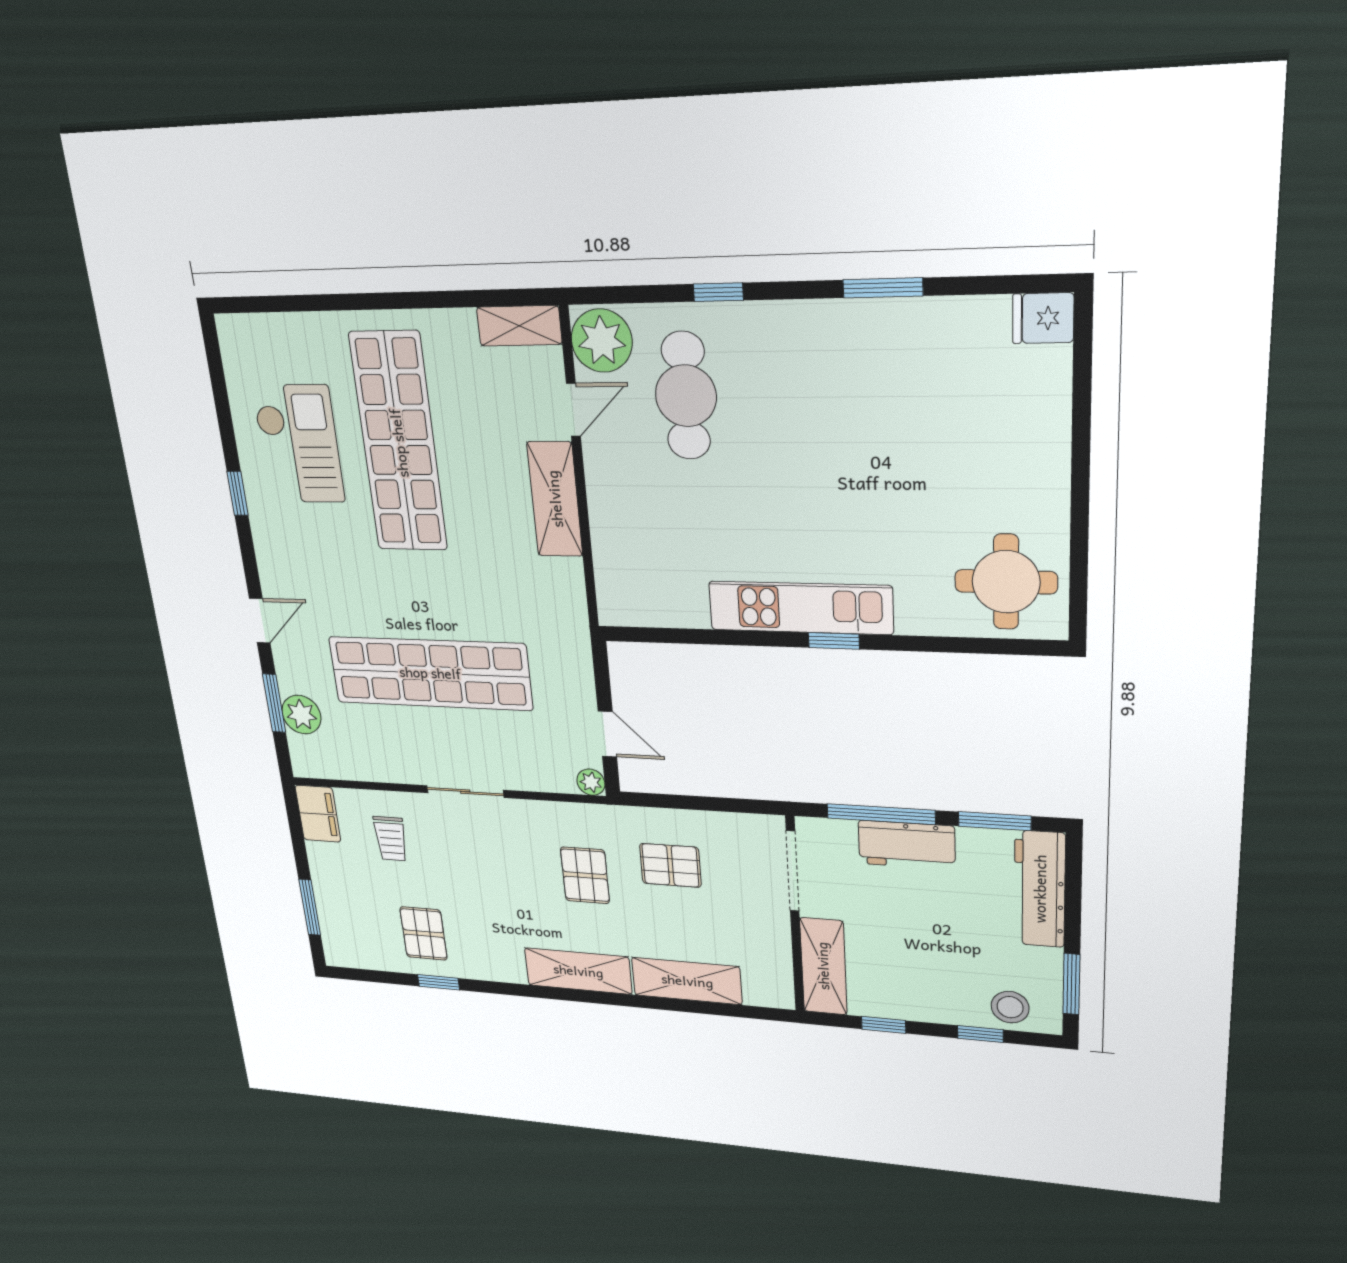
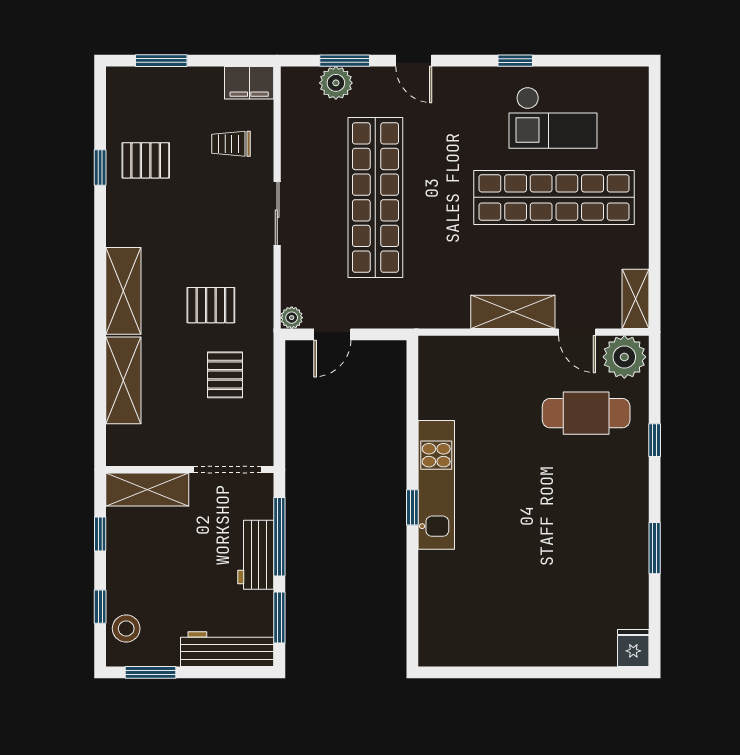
round table: (1006, 582) -> (459, 625), removed

